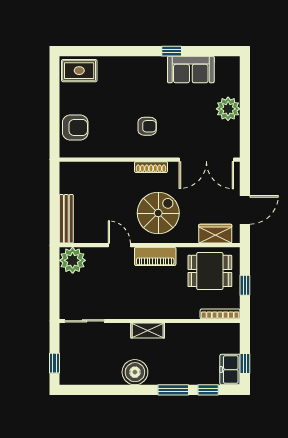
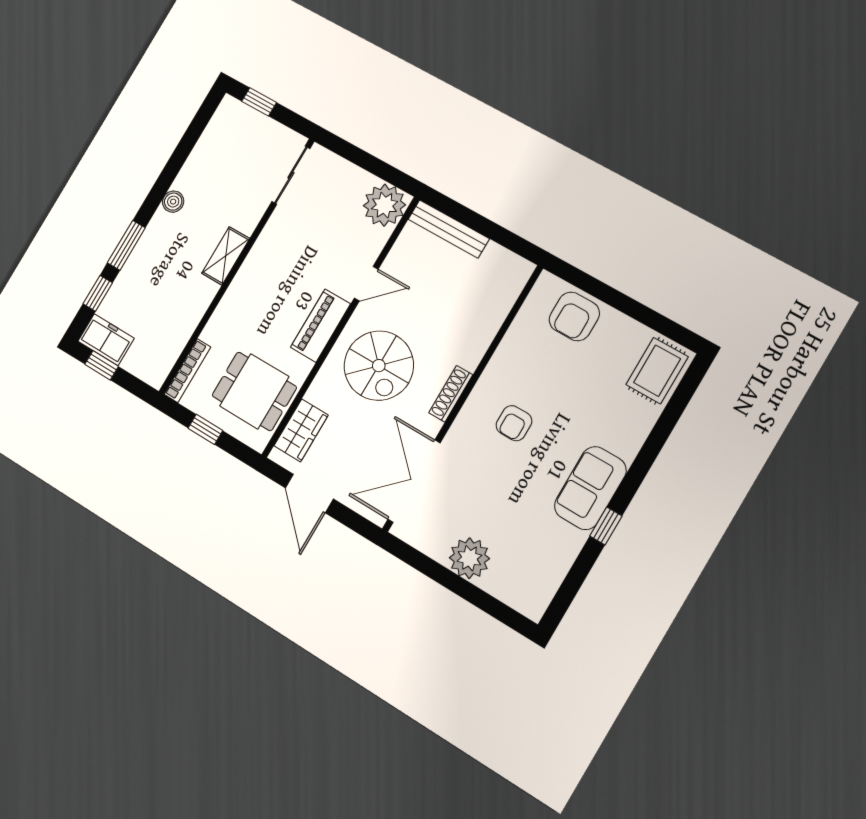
sofa: (191, 70) -> (590, 488), moved
dining table: (210, 271) -> (254, 391), turned 90
boiler: (135, 372) -> (173, 202), width x0.54, depth x0.54

